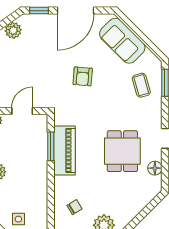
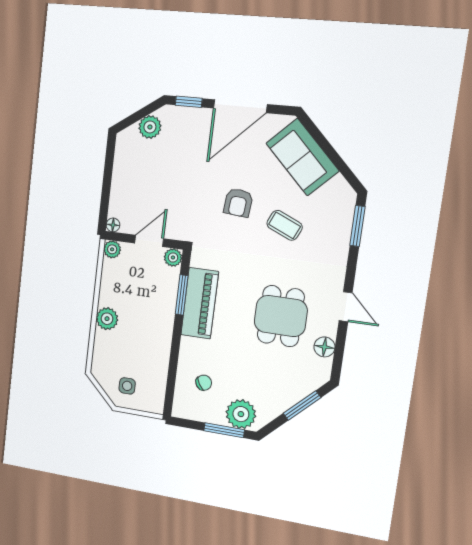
coffee table: (141, 85) -> (284, 225), moved, turned -50
plant: (41, 121) -> (173, 258), added
window: (145, 212) -> (302, 405), added

